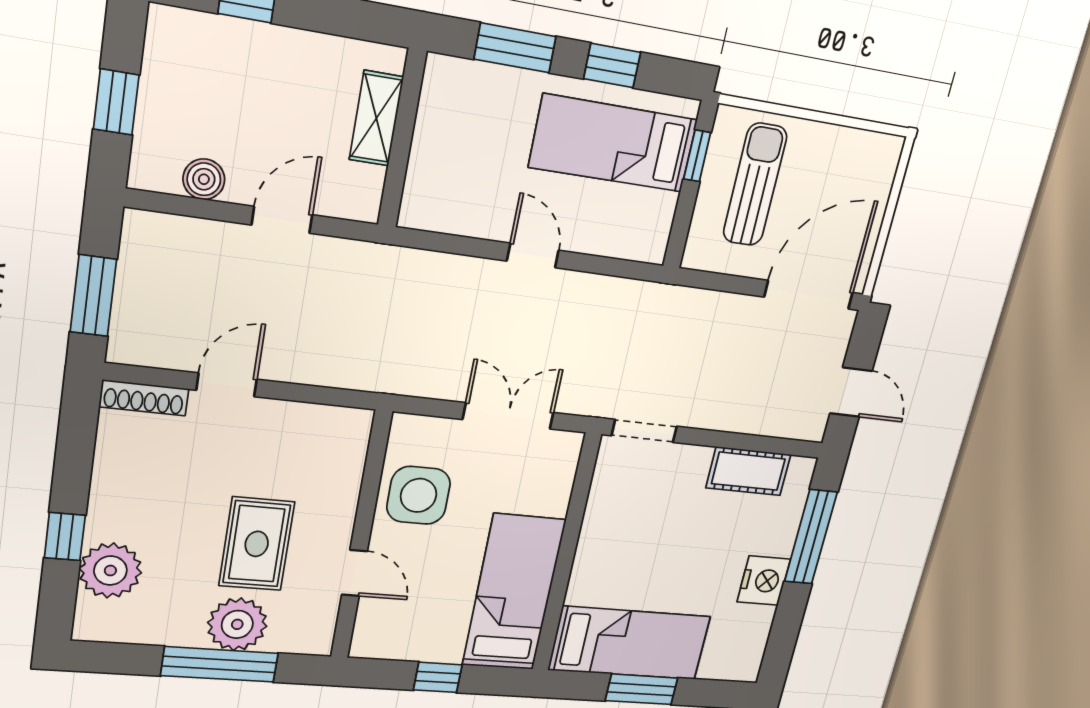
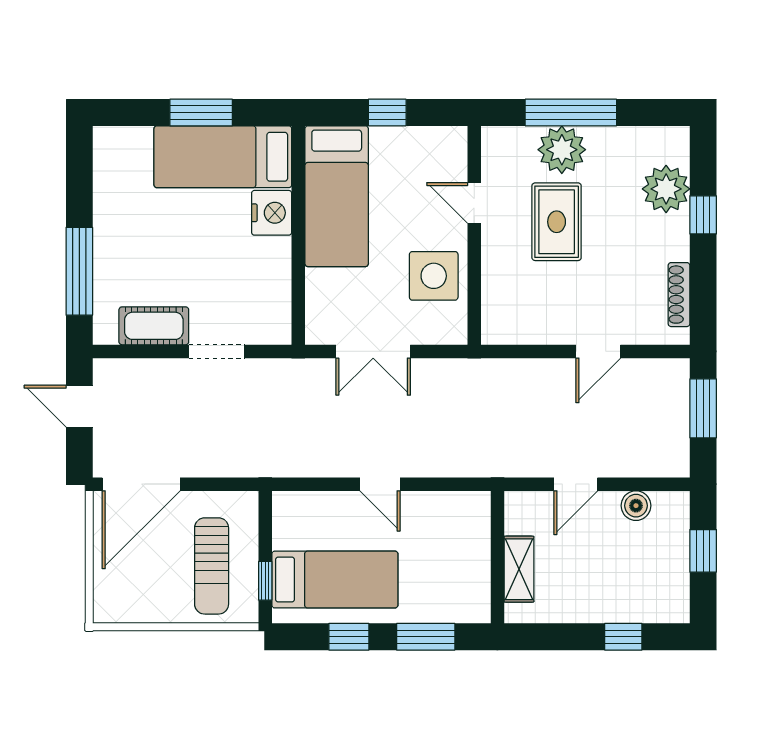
shoe rack: (144, 398) -> (679, 295), moved, turned -90
doorway: (644, 431) -> (217, 351), moved
nightstand: (764, 581) -> (272, 213), moved, turned 180

